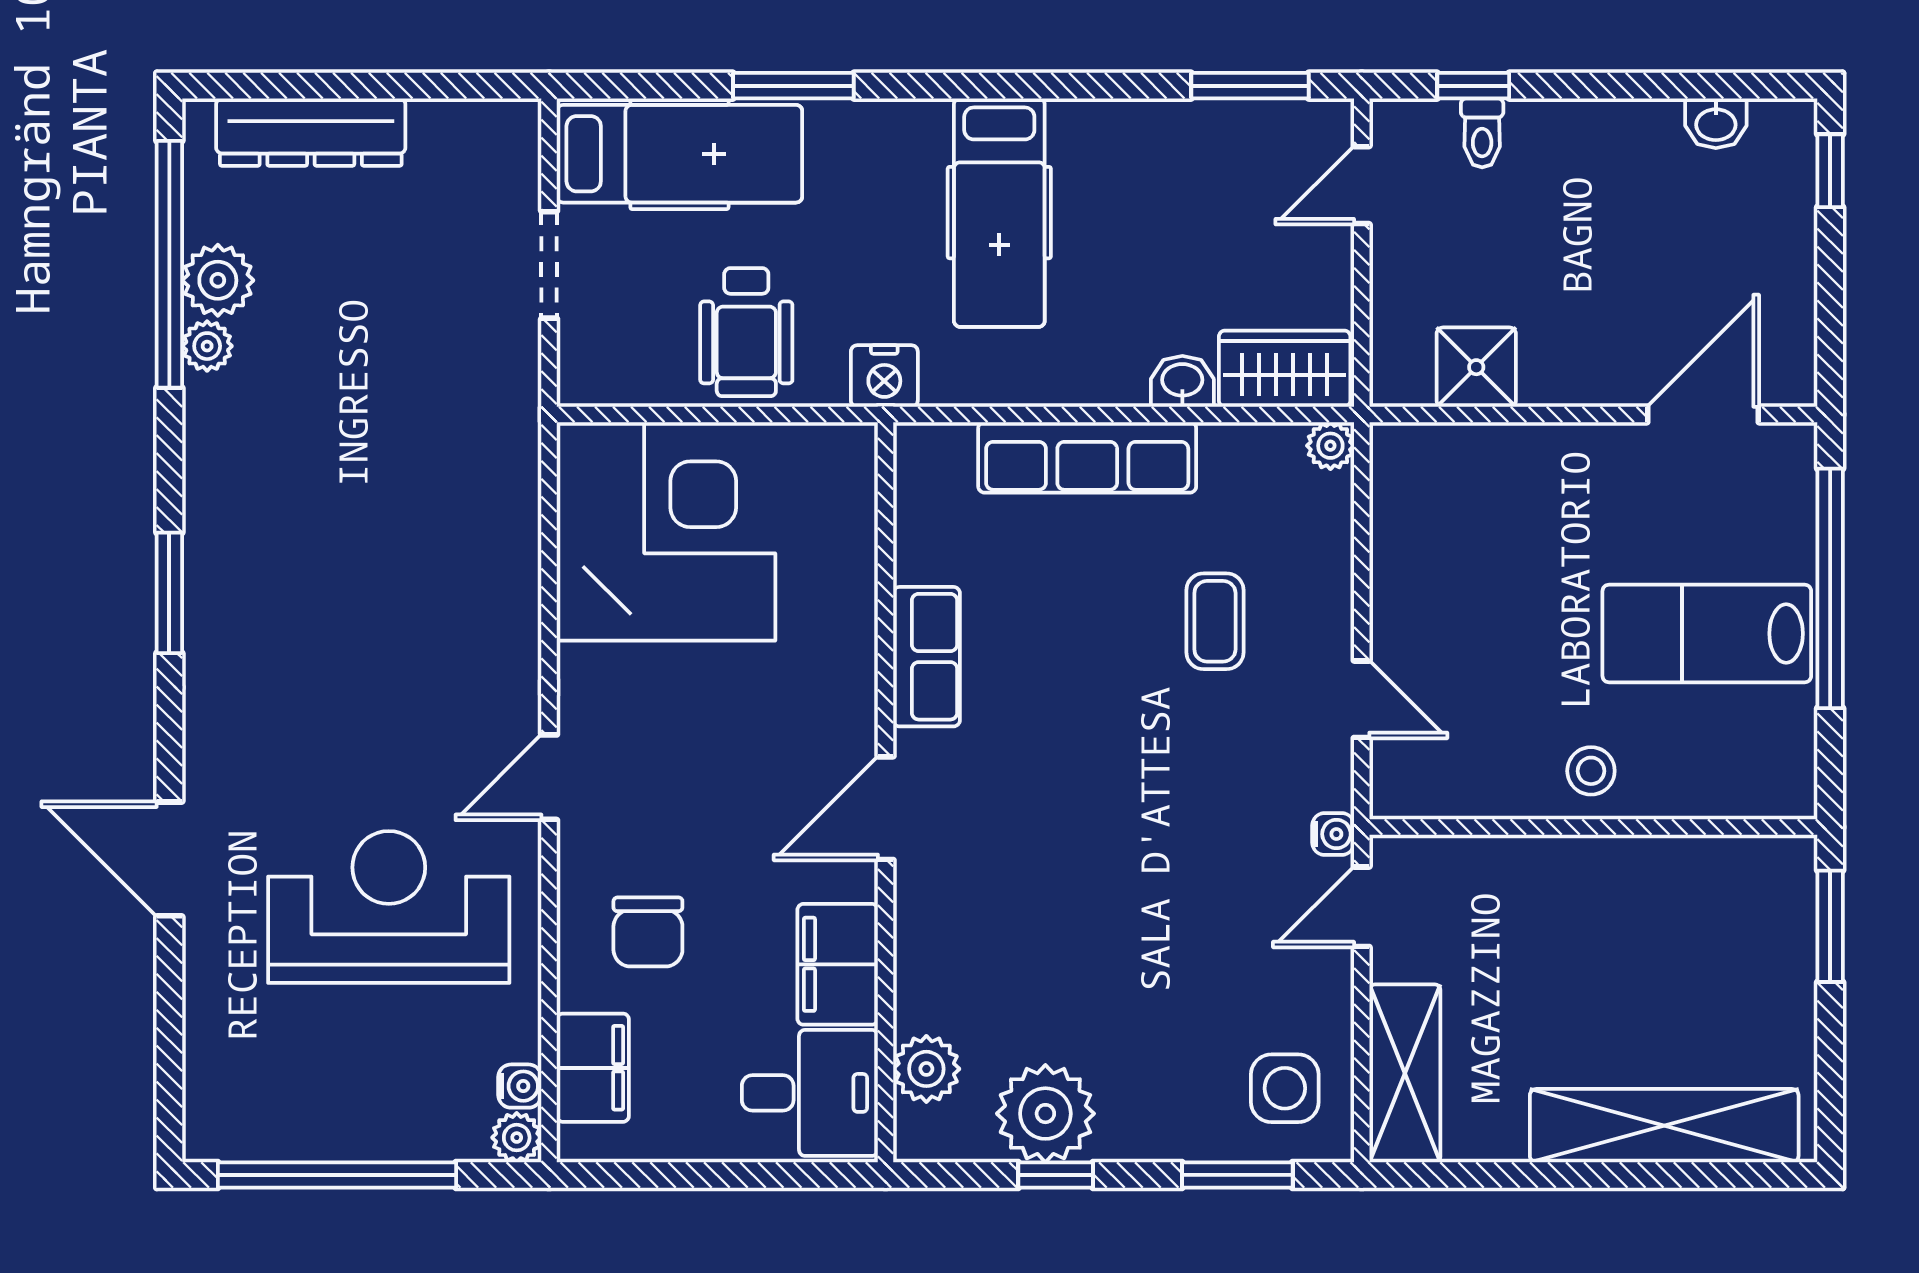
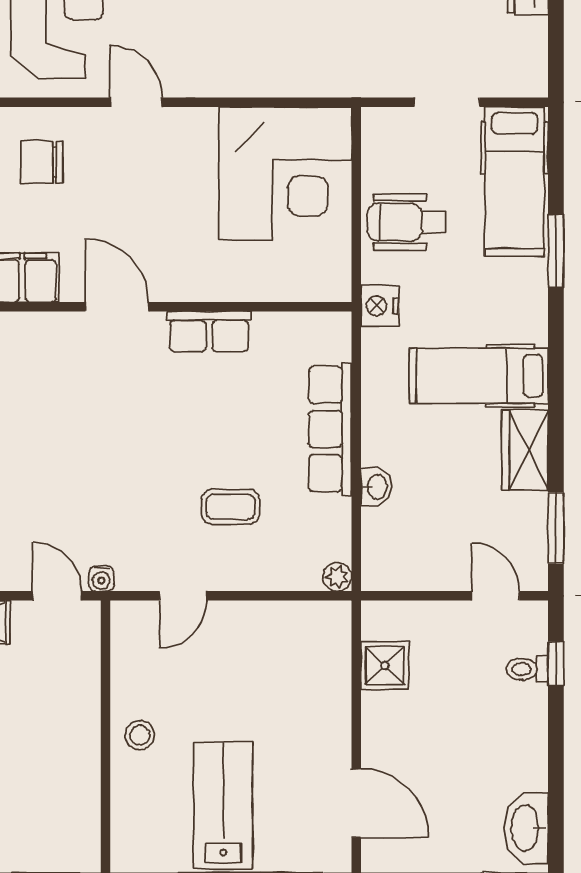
washbasin: (1716, 123) -> (526, 828), width x1.91, depth x1.45
wardrobe: (1285, 369) -> (525, 450), moved, turned 180

